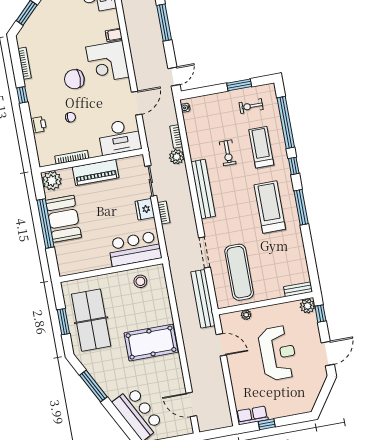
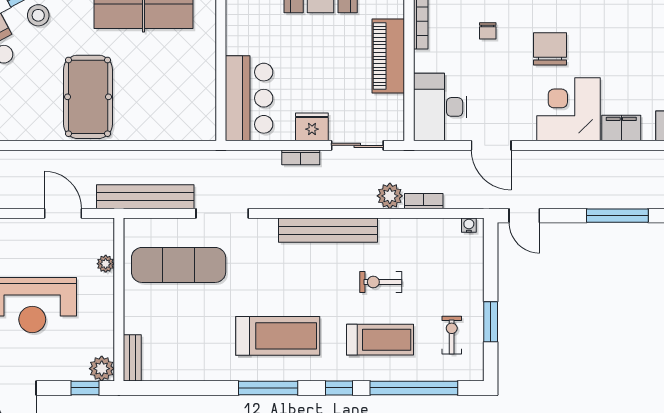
filing cabinet: (114, 35) -> (621, 128), width x2.00
stool: (140, 281) -> (38, 15), moved
door: (221, 345) -> (63, 213), swing flipped

